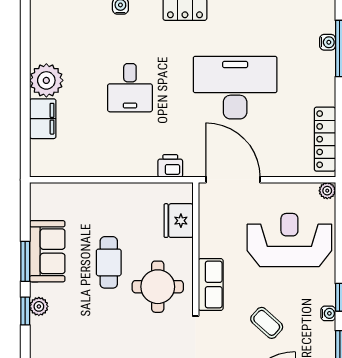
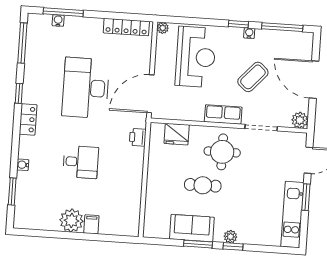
filing cabinet: (43, 119) -> (91, 224), width x0.50
reception desk: (289, 240) -> (196, 57), turned 180
coffee table: (267, 323) -> (253, 77), width x1.36, depth x1.30

